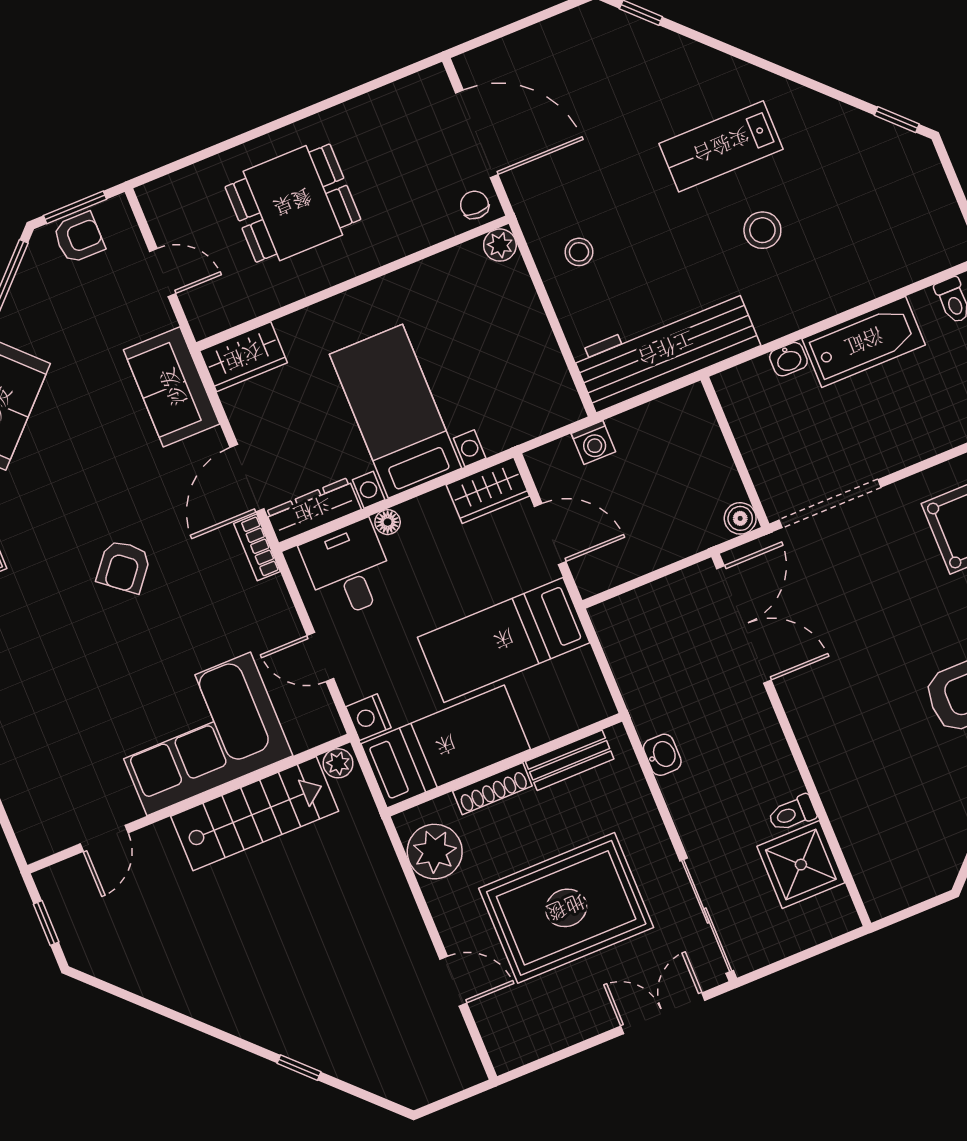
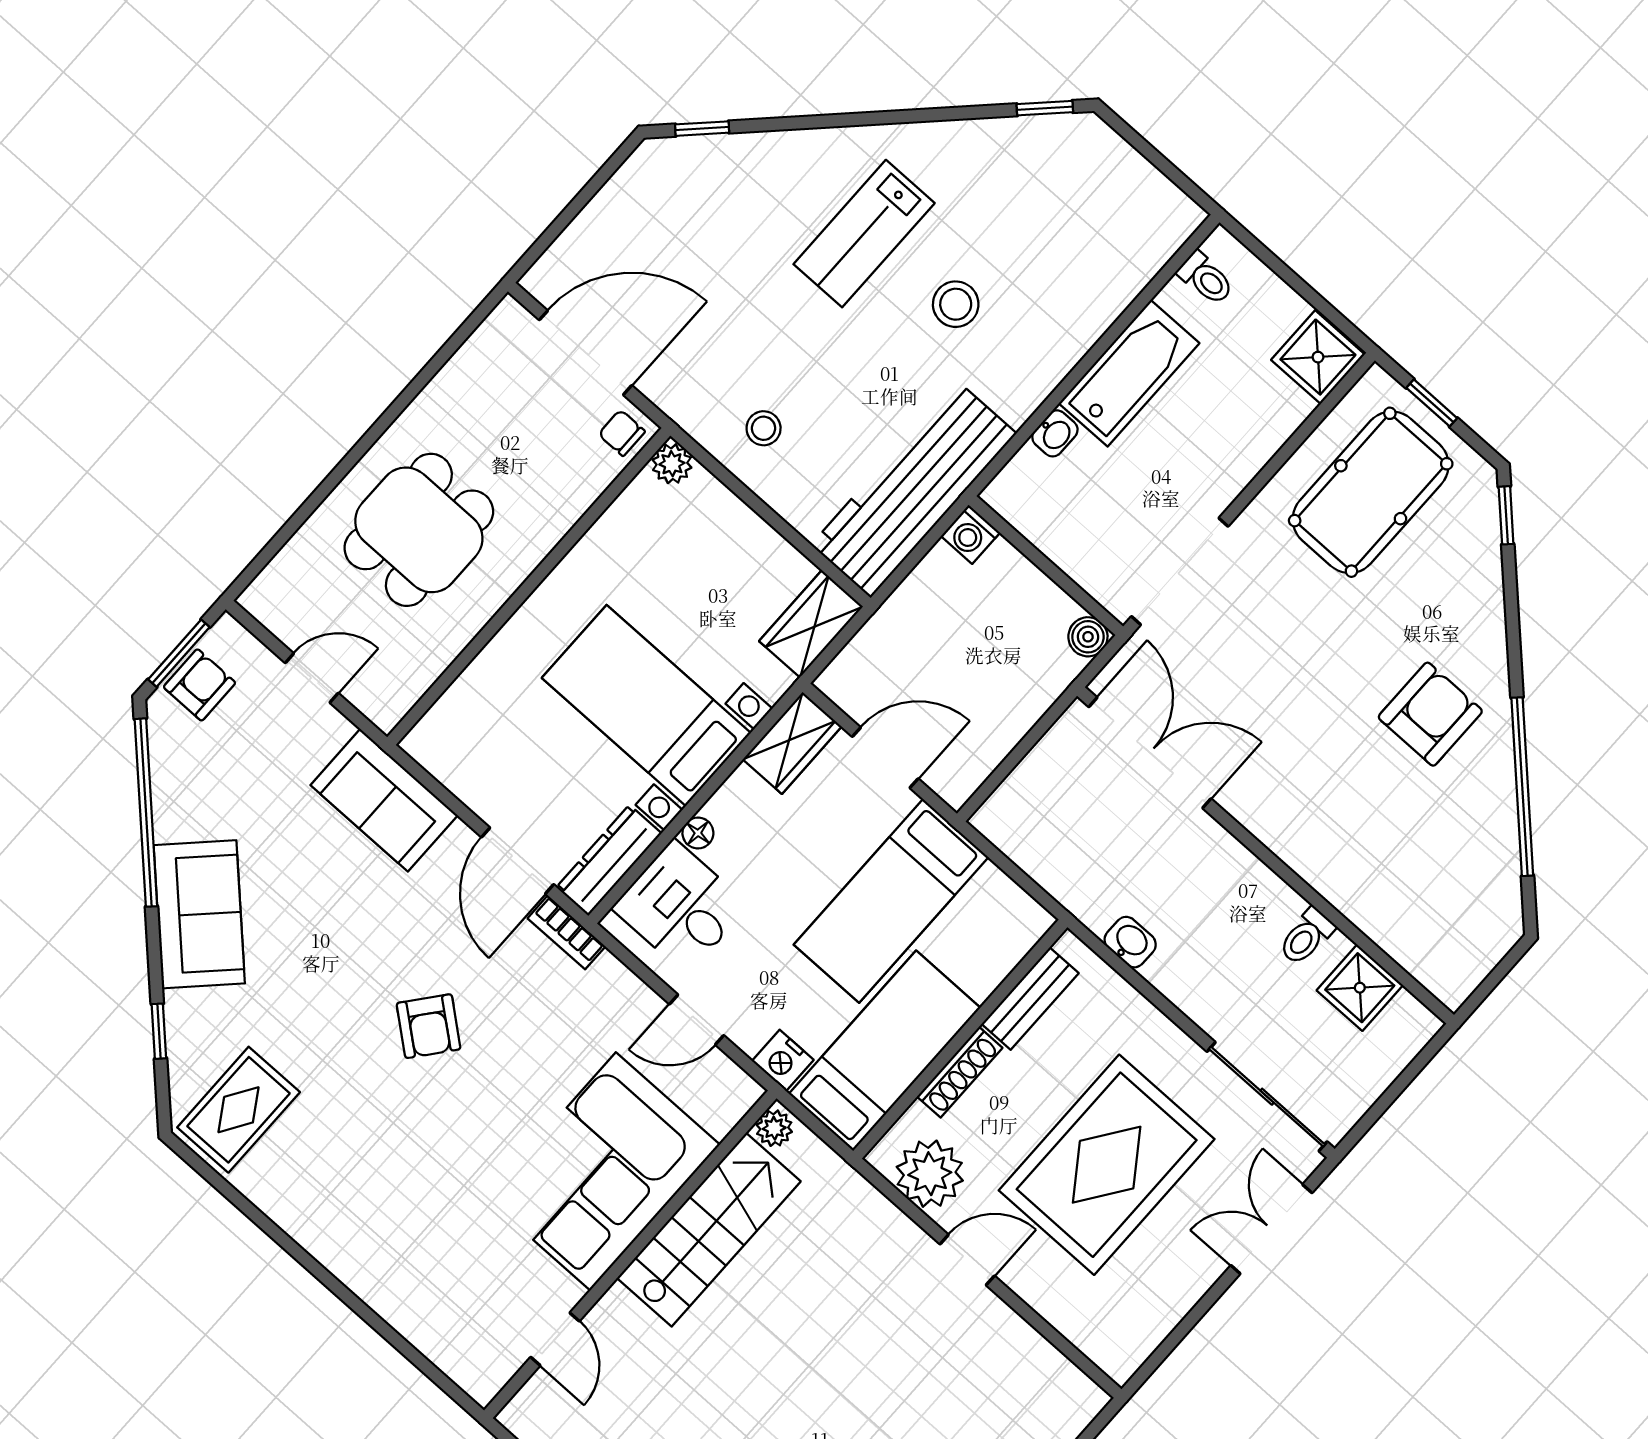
wardrobe: (244, 357) -> (811, 624), moved, turned 180
washing machine: (593, 443) -> (970, 534), moved, turned 90
shower: (801, 865) -> (1360, 988), width x0.73, depth x0.73
door: (453, 981) -> (967, 1260), moved

